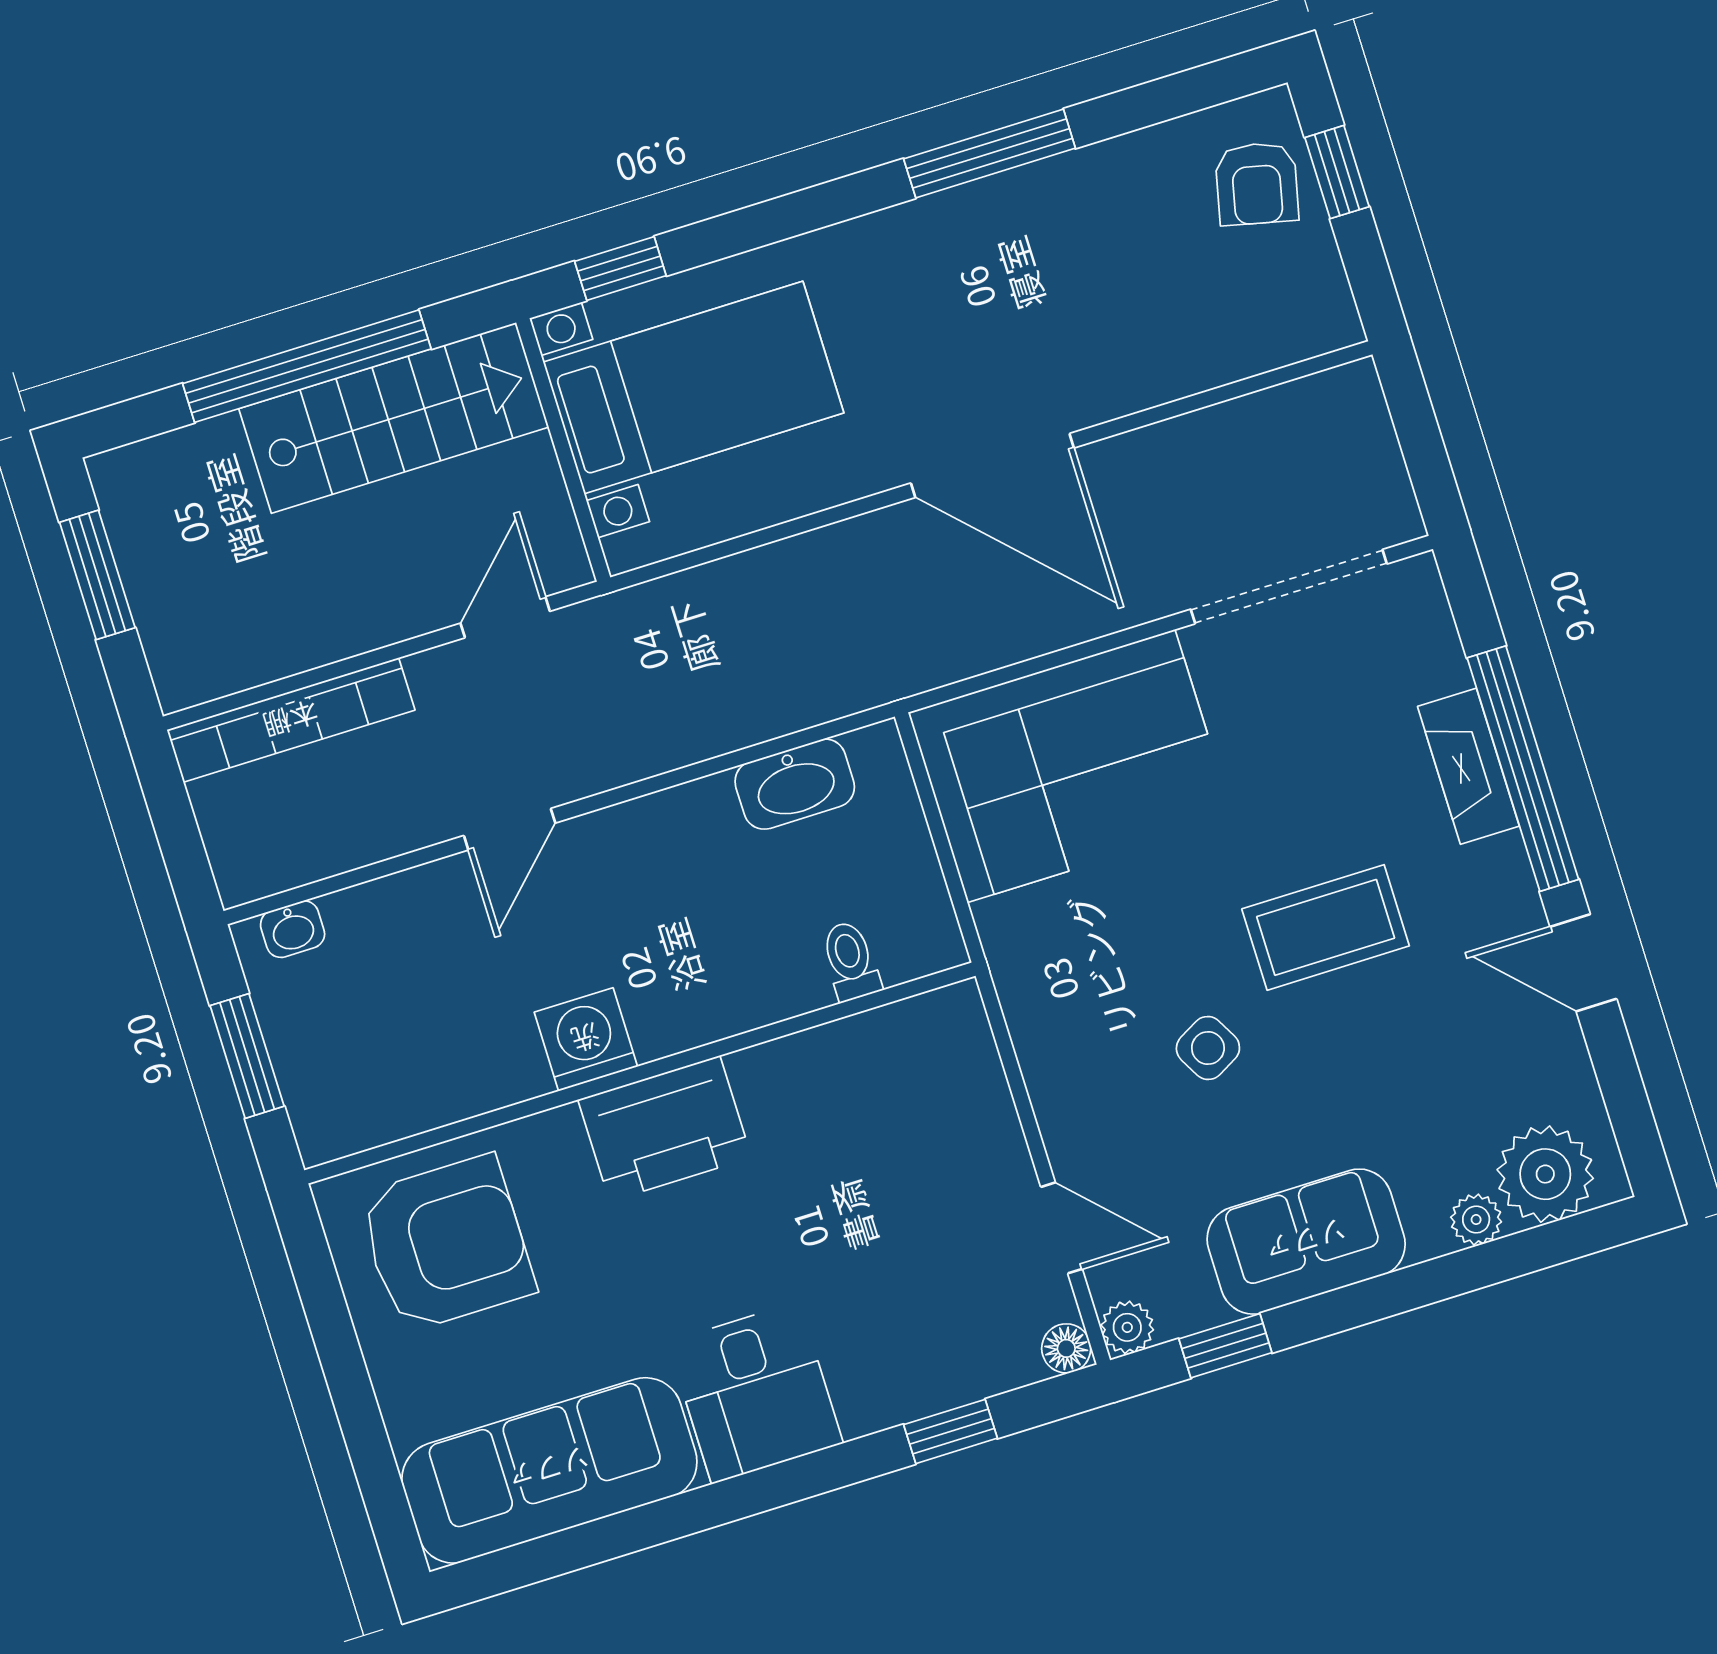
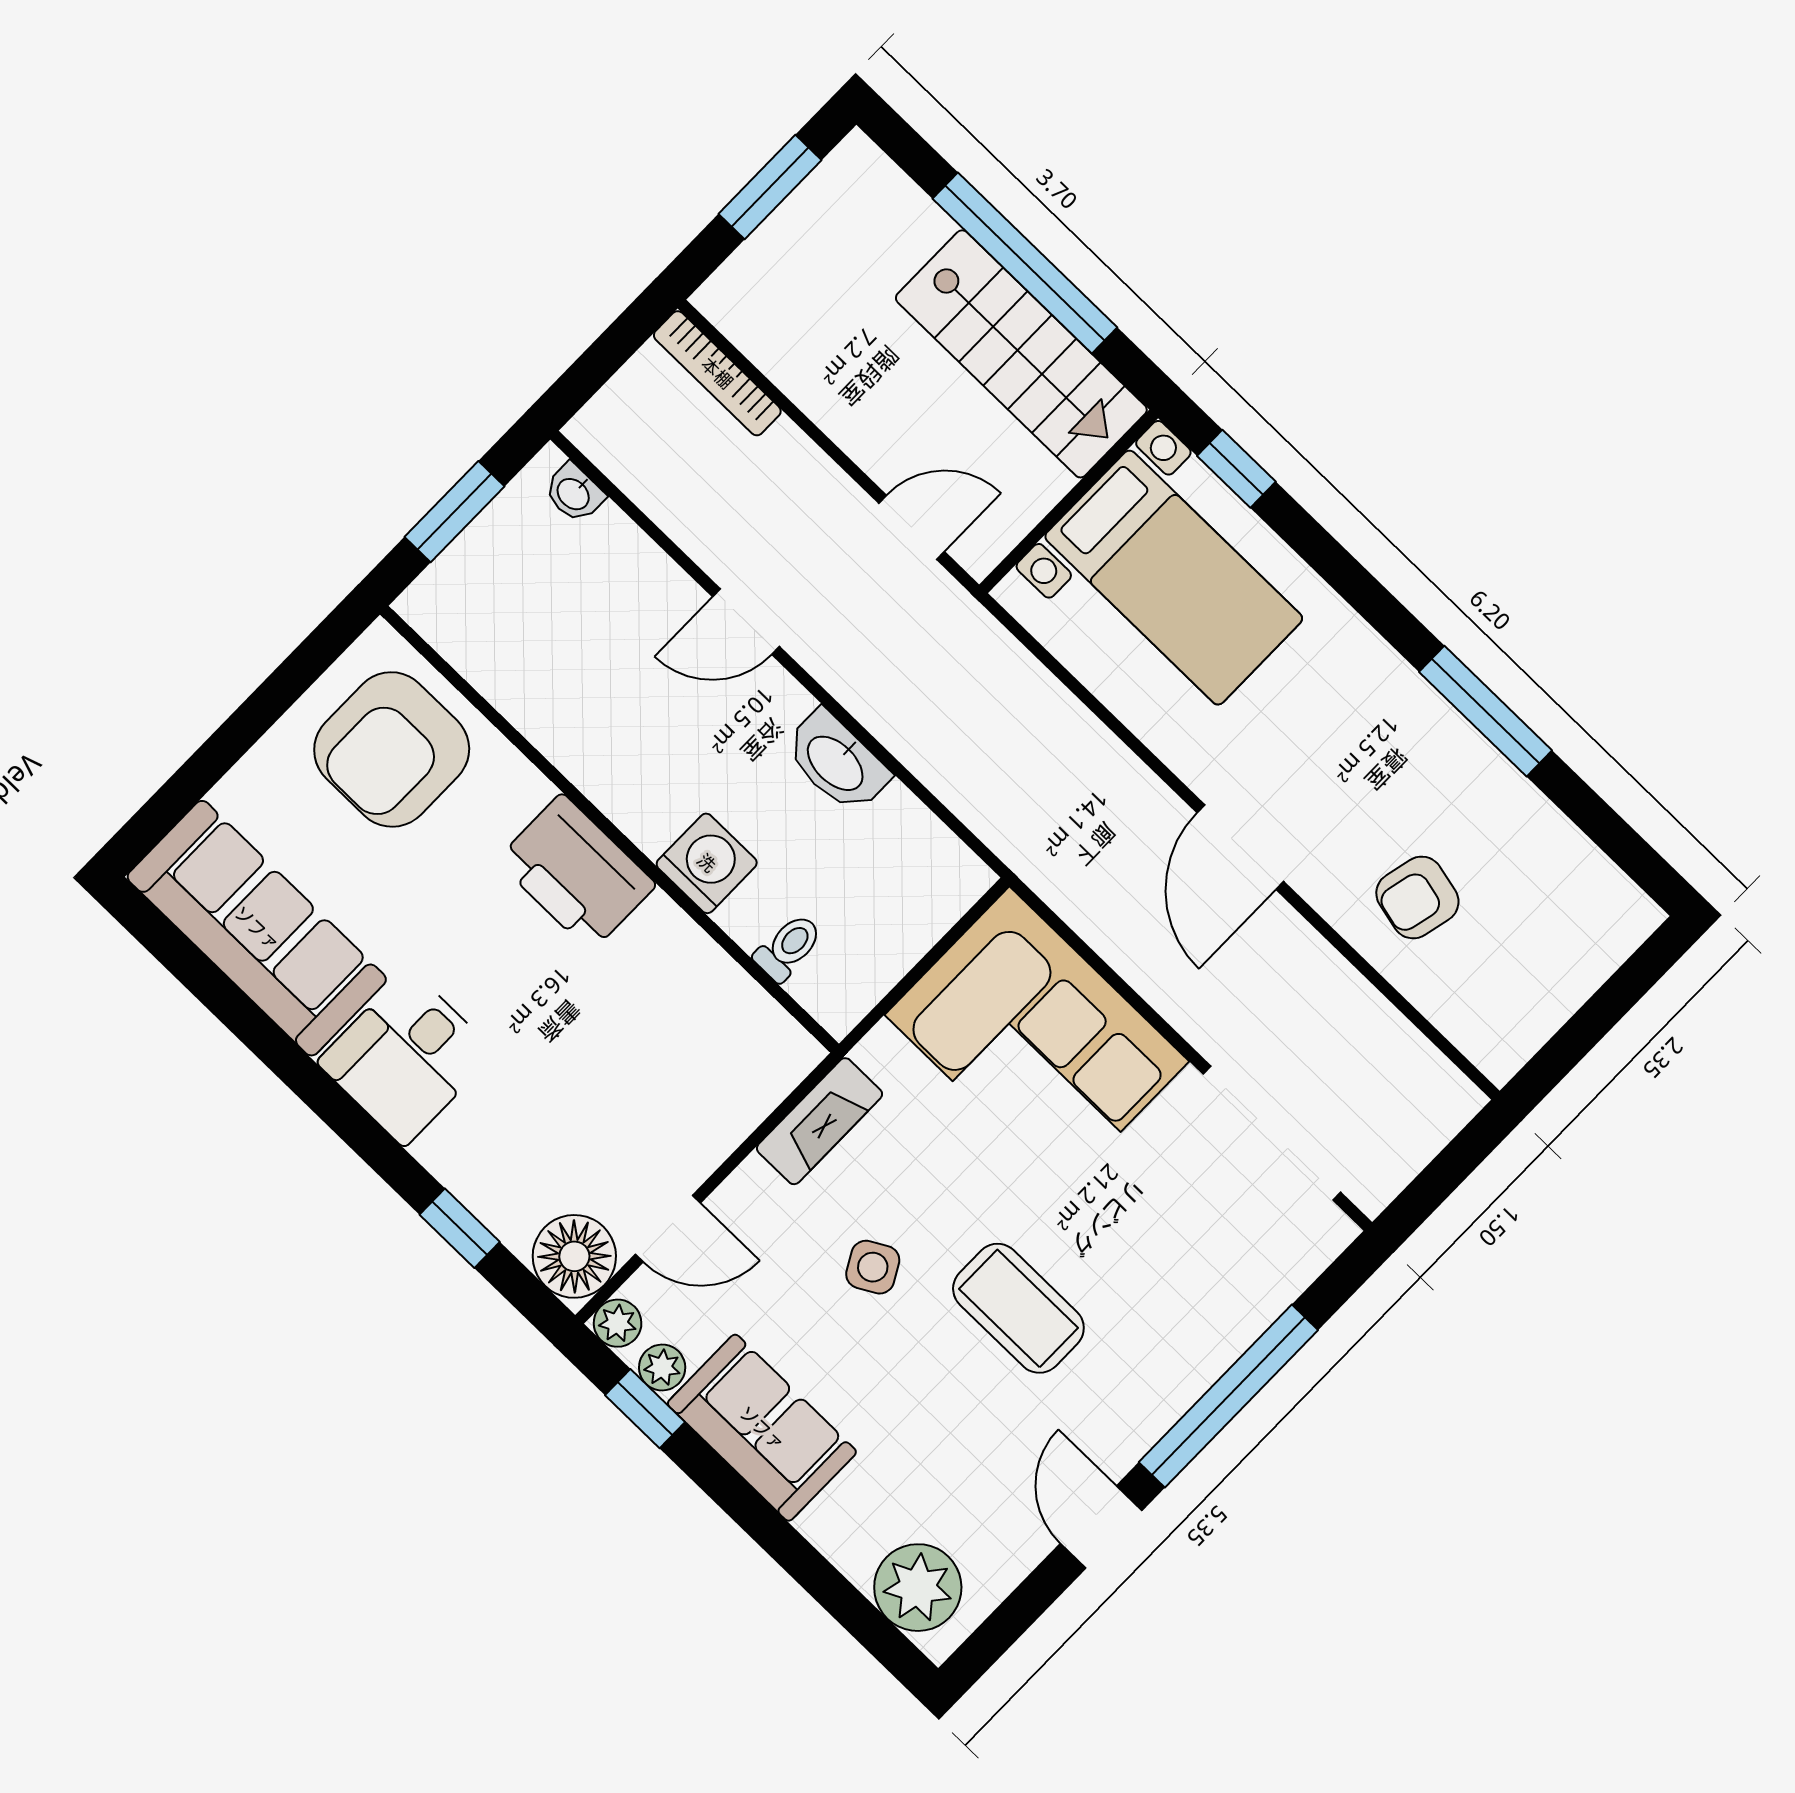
window: (1337, 172) -> (1620, 993), removed
armchair: (1257, 184) -> (1417, 897), moved
door: (992, 466) -> (1240, 847), width x0.73
bookcase: (291, 720) -> (717, 373), width x0.68, depth x0.76
fireplace: (1468, 766) -> (820, 1121), moved, turned 180
washbasin: (795, 784) -> (836, 762), moved
washing machine: (586, 1039) -> (707, 863), moved
plant: (1476, 1220) -> (662, 1368), moved
door: (1062, 1228) -> (668, 1229), hinge flipped
armchair: (446, 1244) -> (392, 749), turned 90
floor lamp: (1066, 1348) -> (574, 1256), width x1.89, depth x1.89

